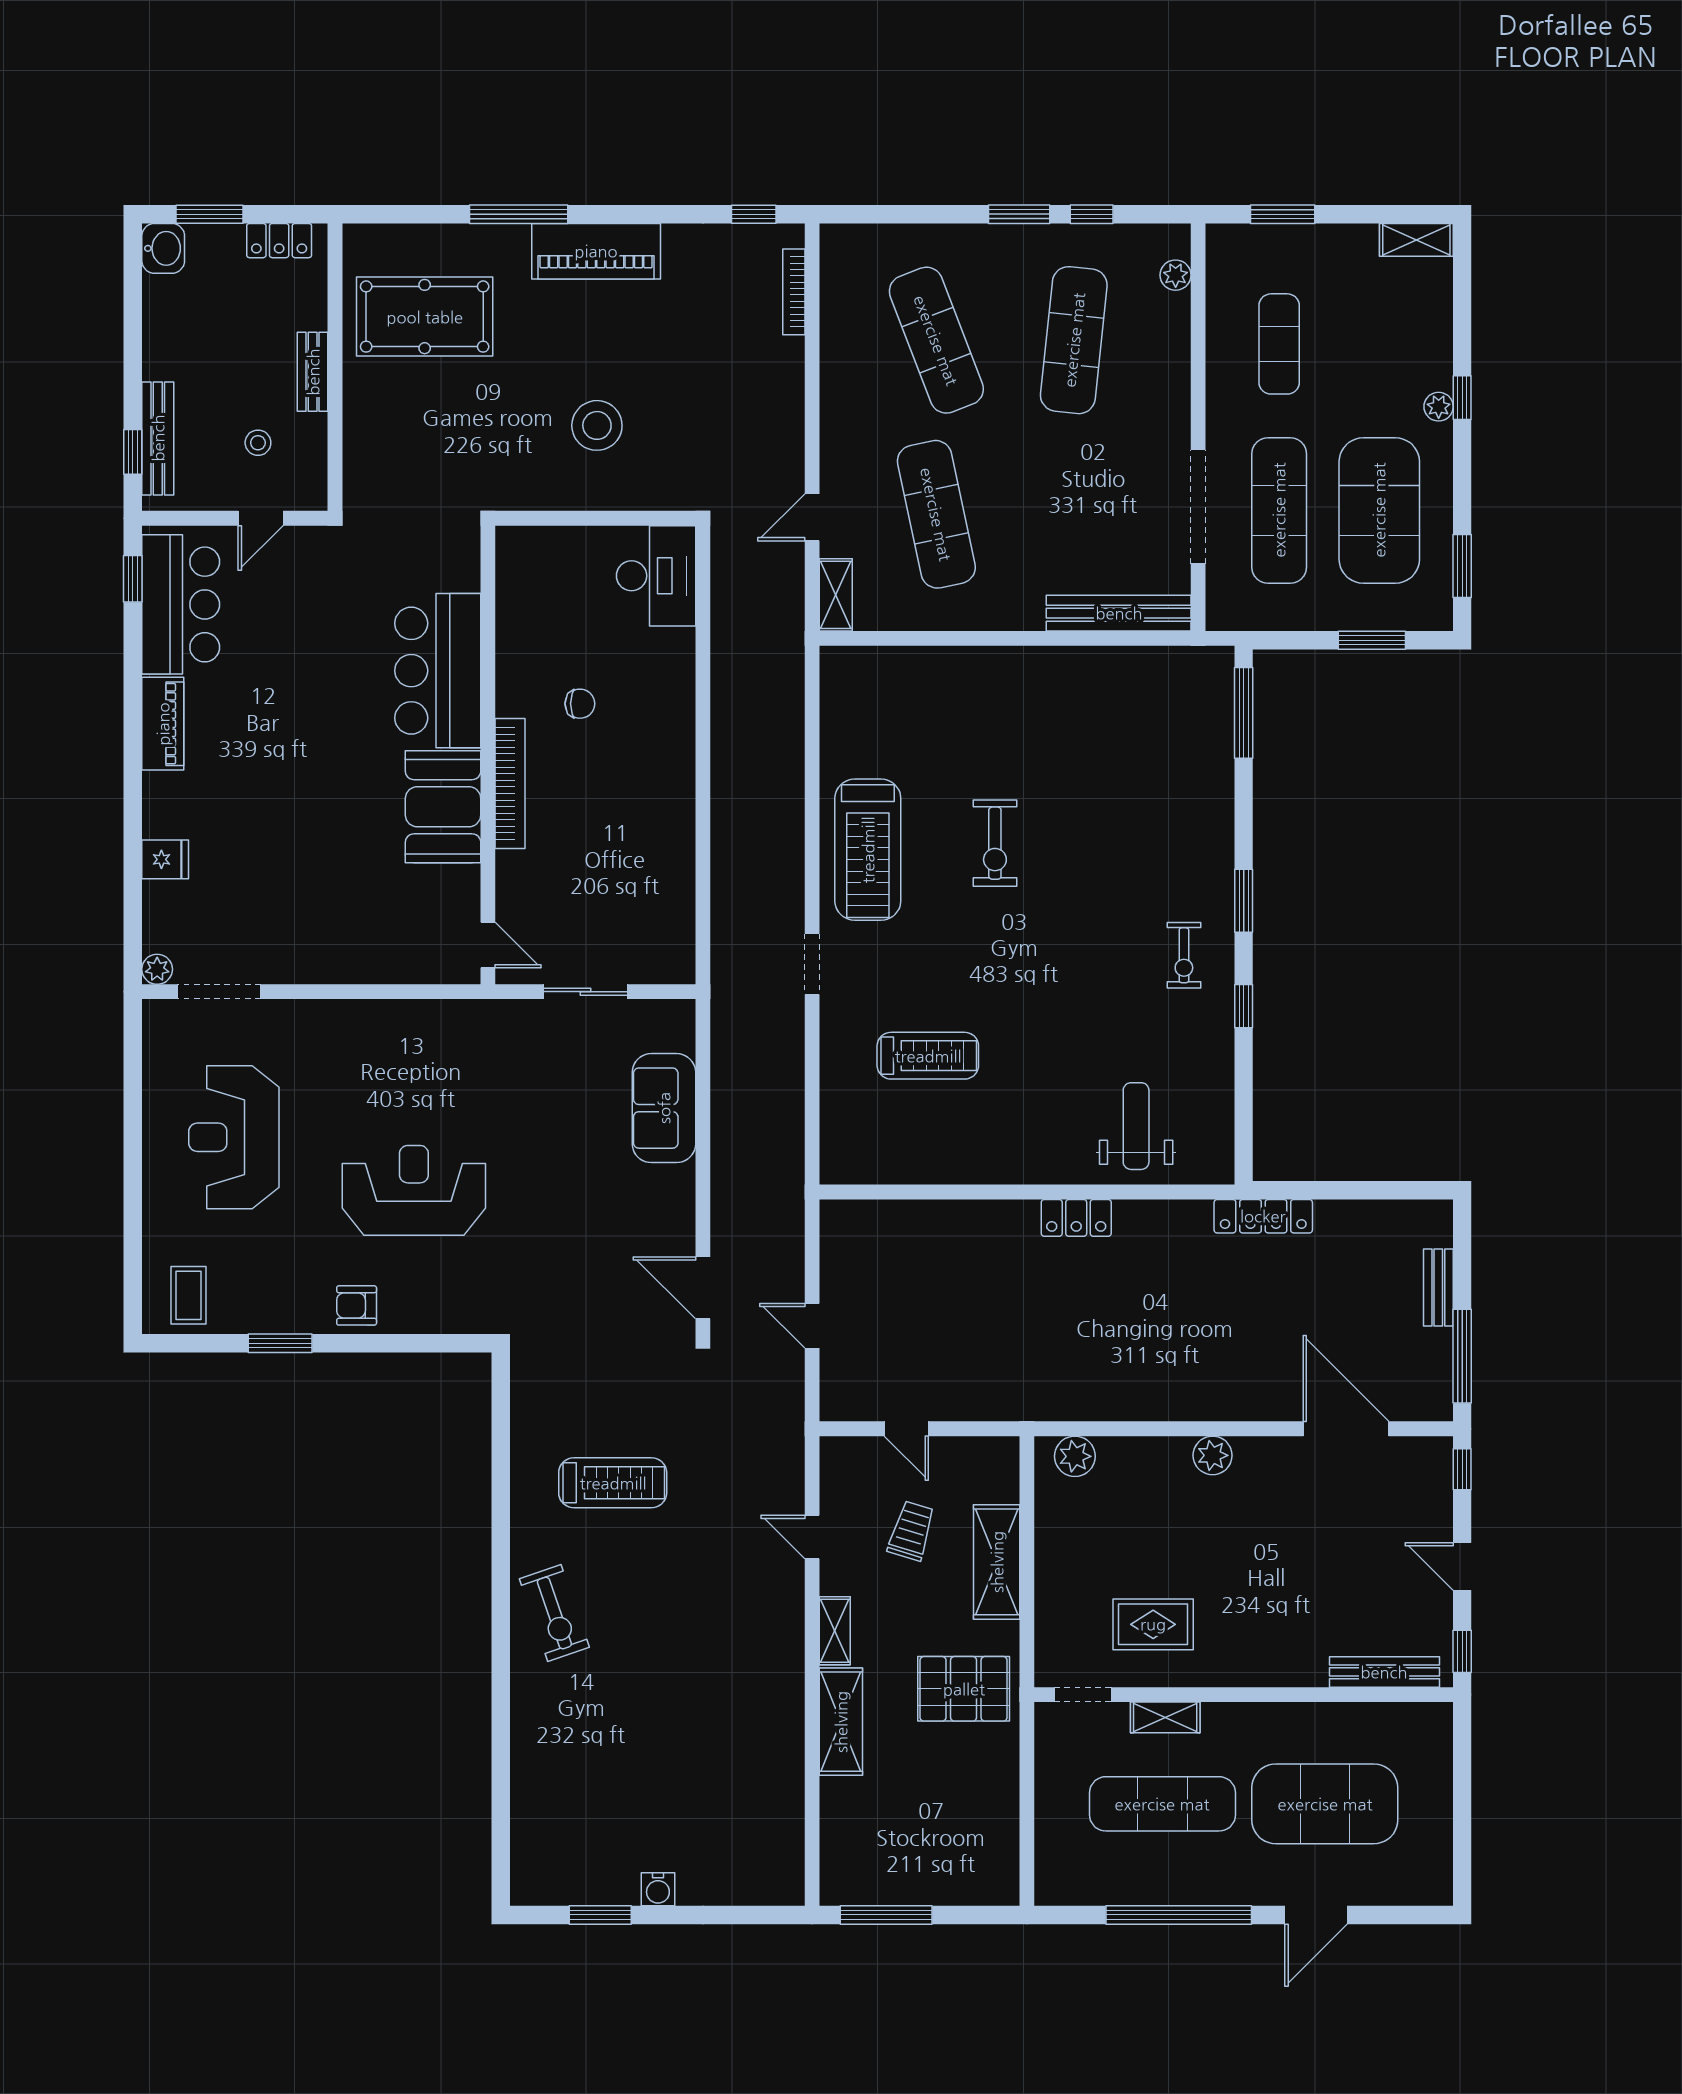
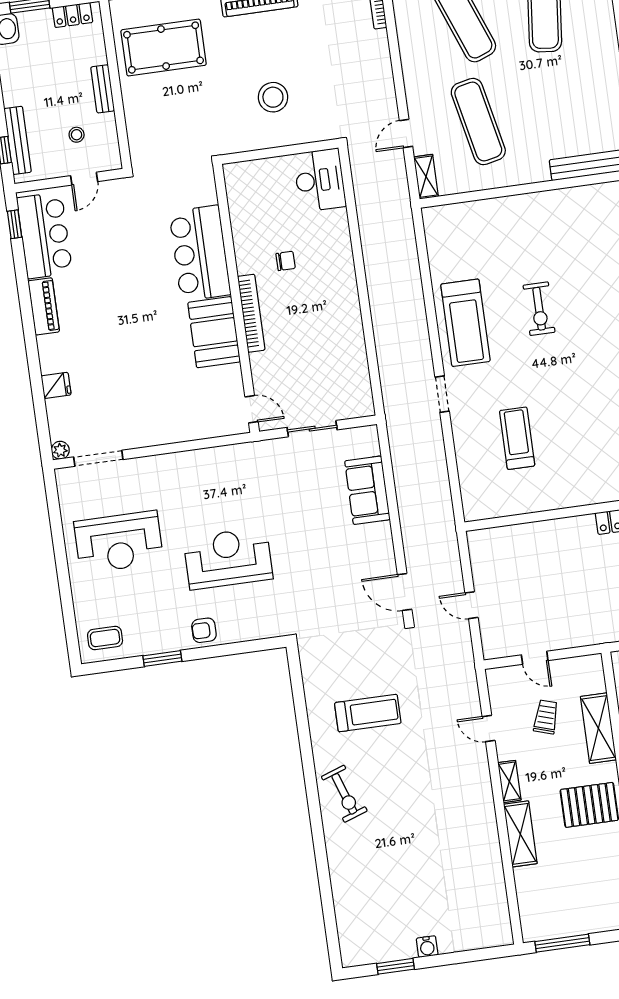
treadmill: (928, 1056) -> (517, 438), turned -90
reception desk: (234, 1137) -> (119, 542), turned -90
coffee table: (189, 1295) -> (105, 638), turned 90

